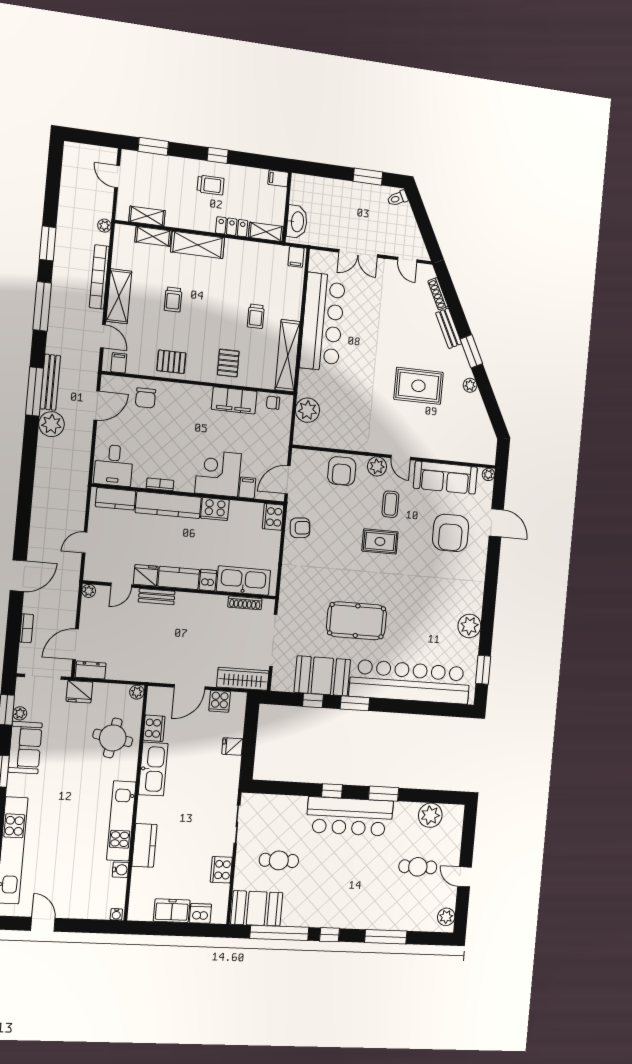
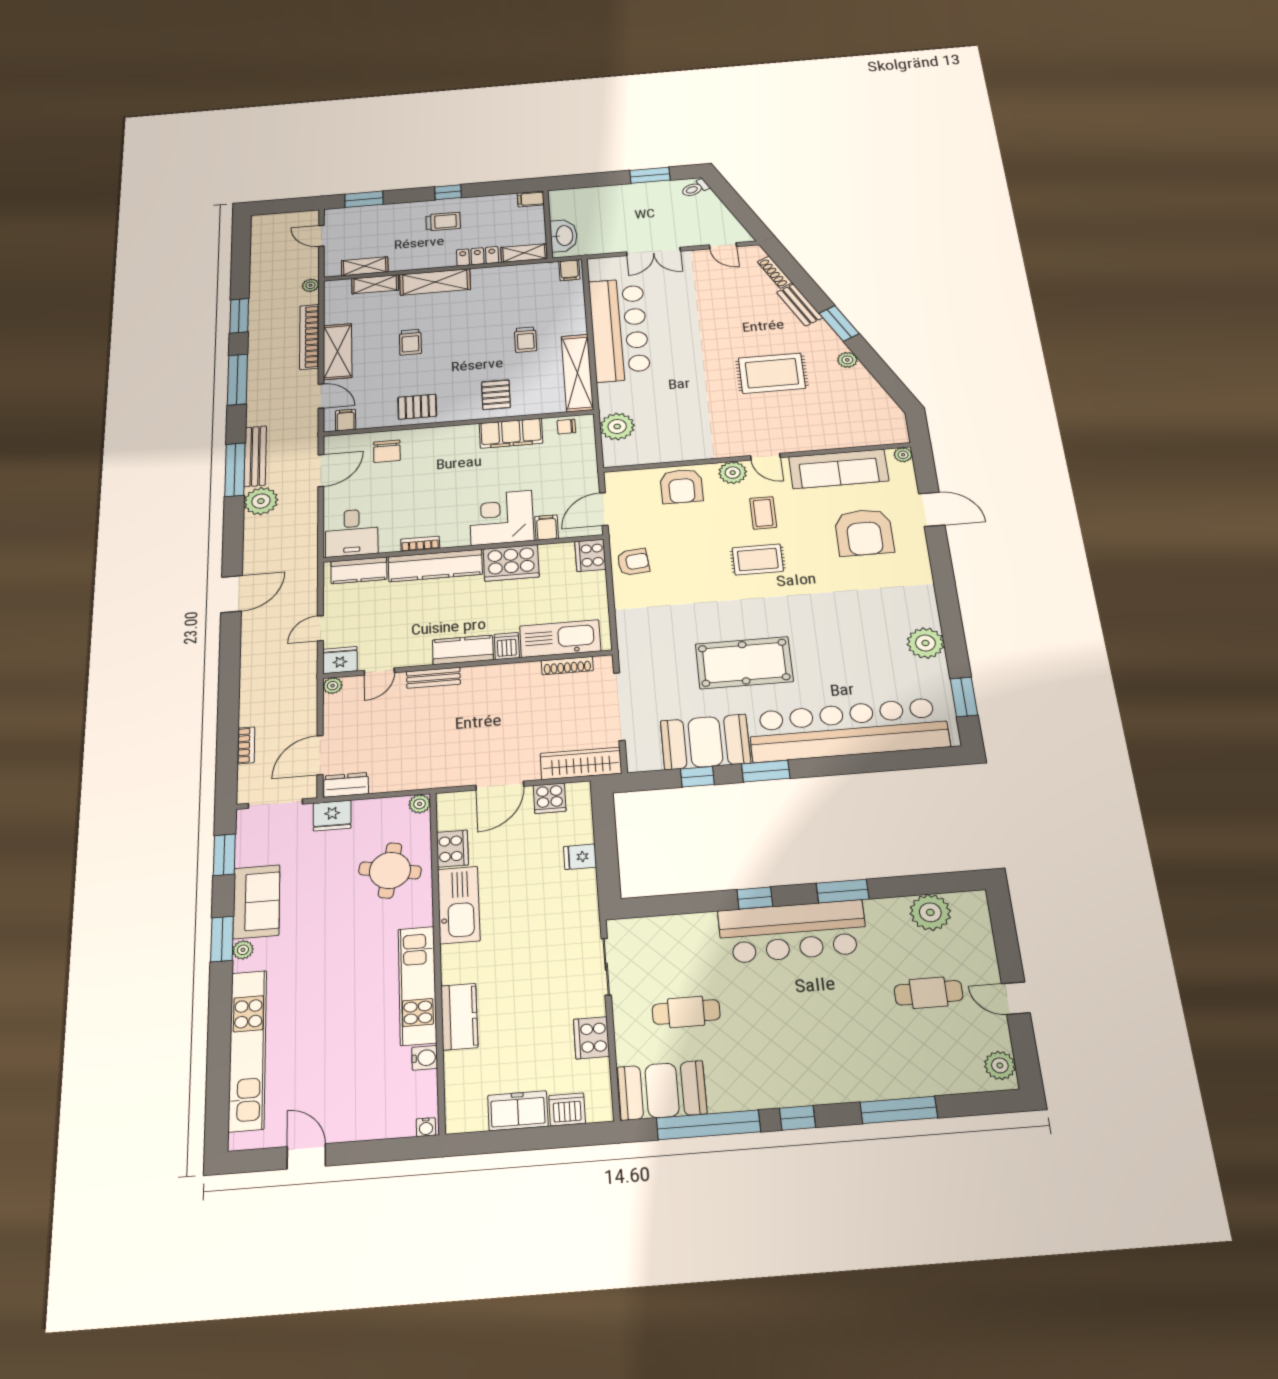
cooker: (215, 509) -> (511, 563), width x1.37, depth x1.31
fridge: (146, 575) -> (340, 660), moved
door: (18, 576) -> (231, 594), moved
plant: (20, 713) -> (243, 950), moved

